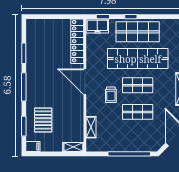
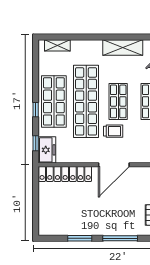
trolley: (111, 95) -> (113, 131), moved

